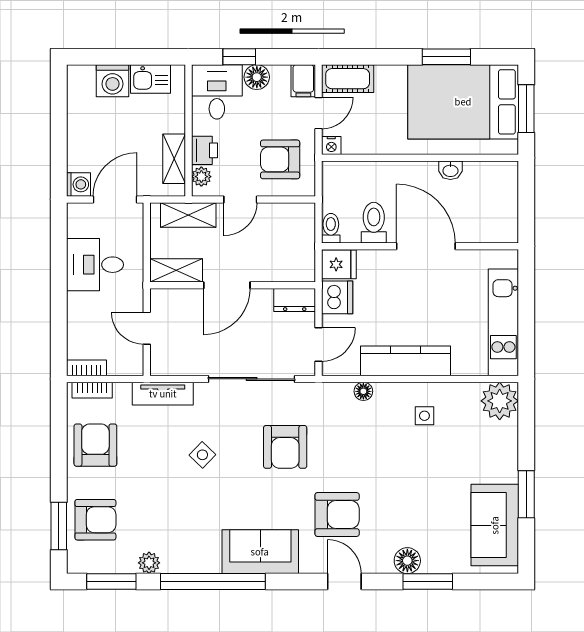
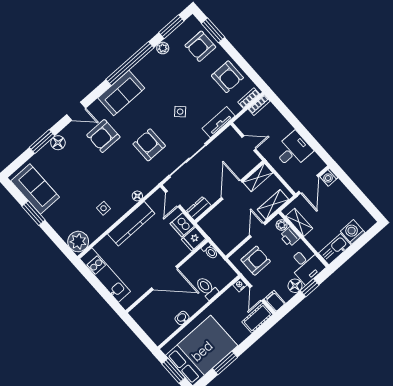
kitchen sink: (151, 79) -> (335, 249), width x1.38
toilet: (374, 223) -> (207, 288), moved, turned 180

